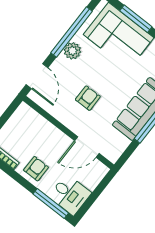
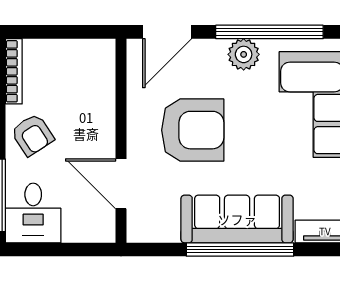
armchair: (88, 98) -> (193, 130), width x1.88, depth x1.88
armchair: (36, 169) -> (32, 135), turned 57

